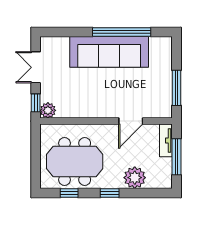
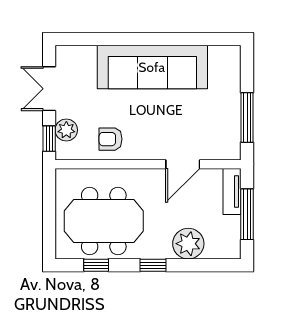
window: (122, 32) -> (170, 39), removed
armchair: (79, 103) -> (110, 139), added
plant: (48, 110) -> (66, 130), moved

